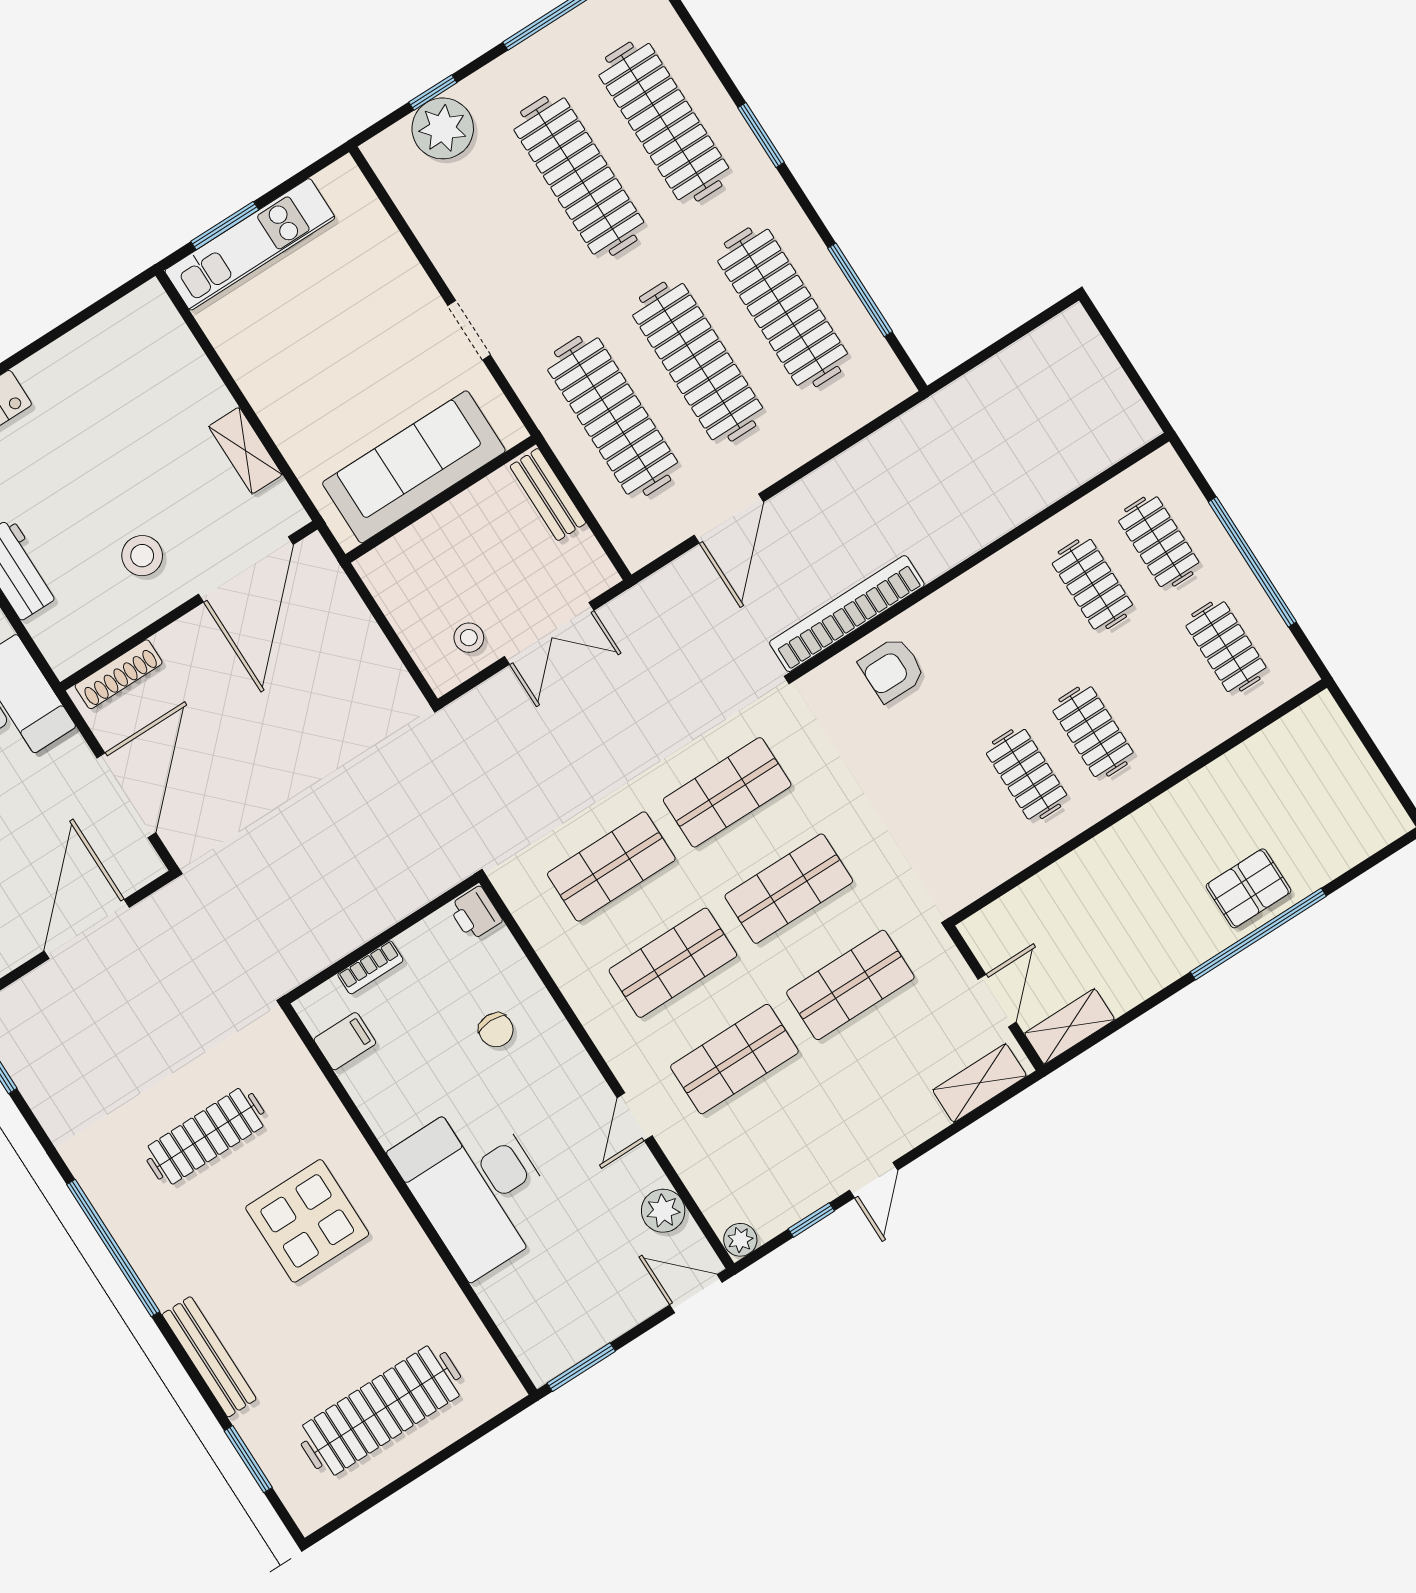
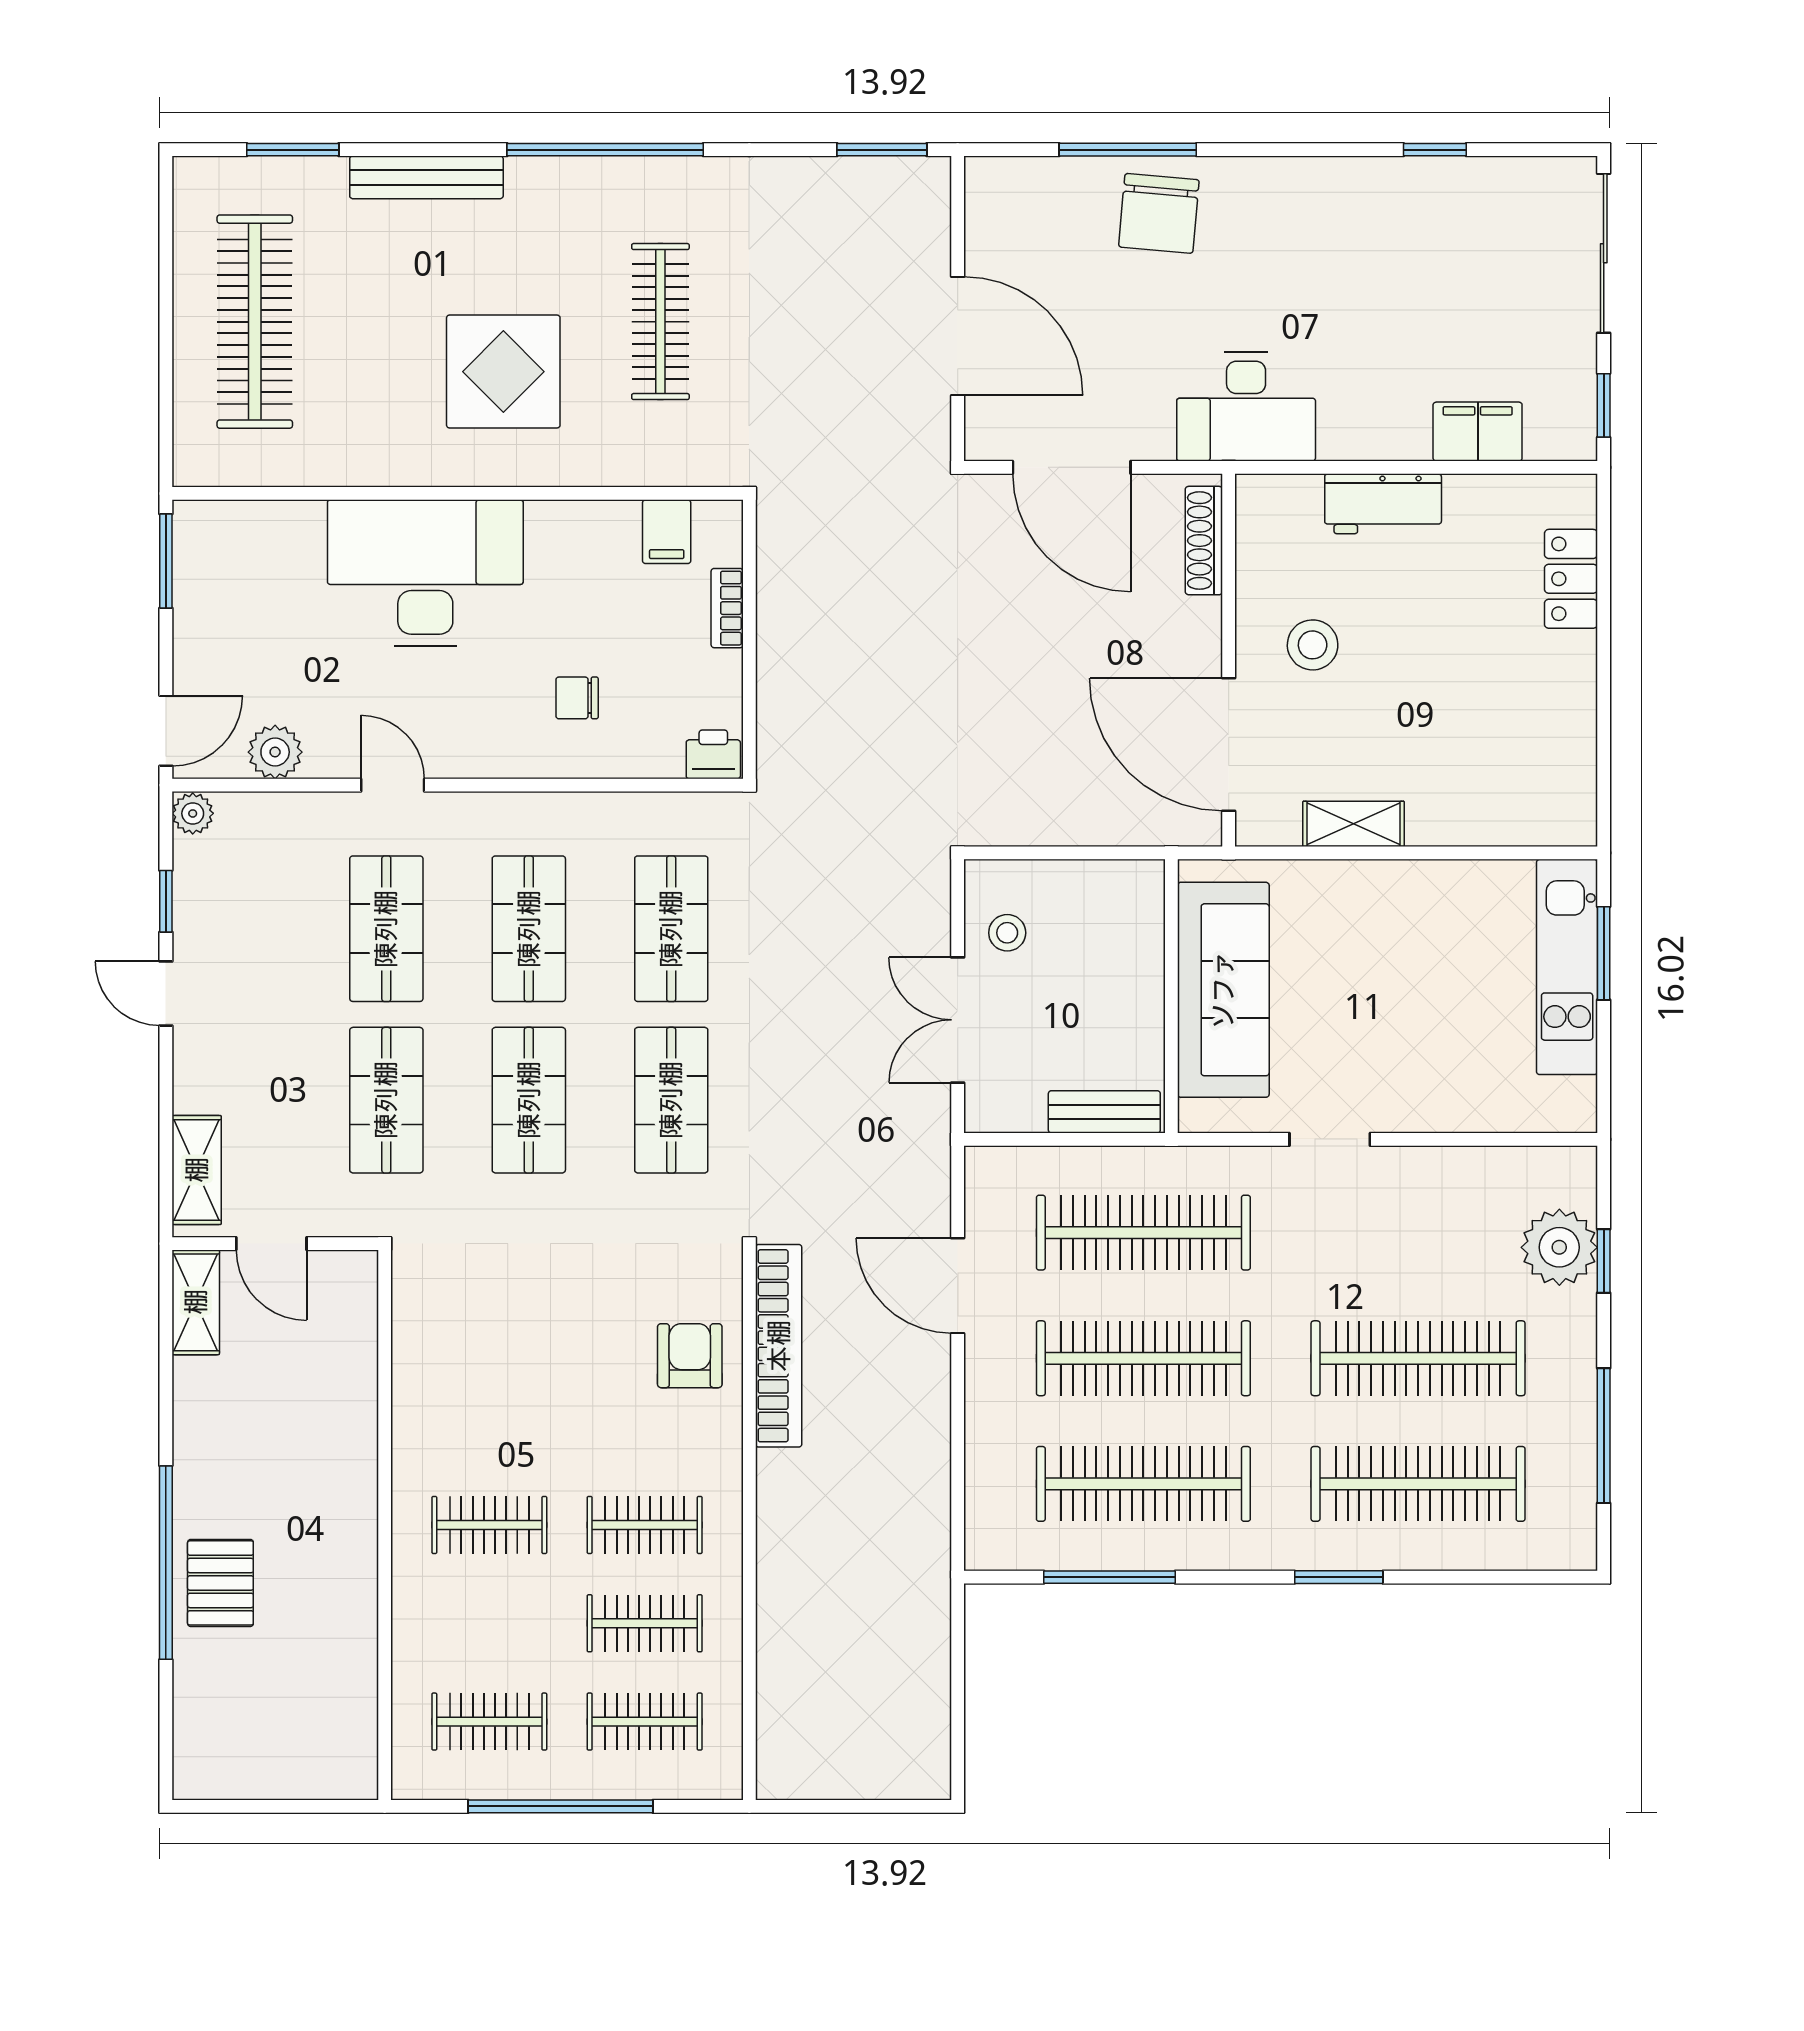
clothes rail: (1027, 774) -> (645, 1525), moved

